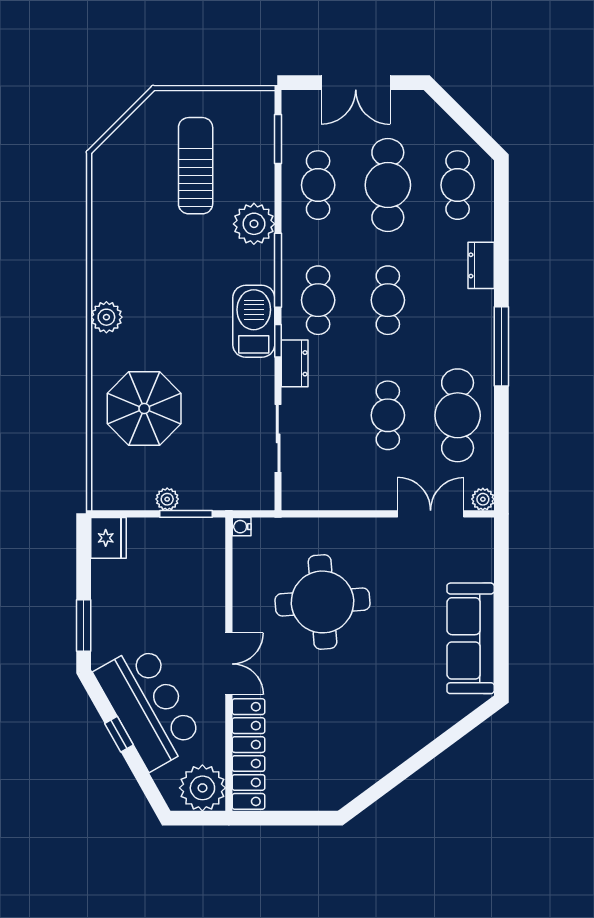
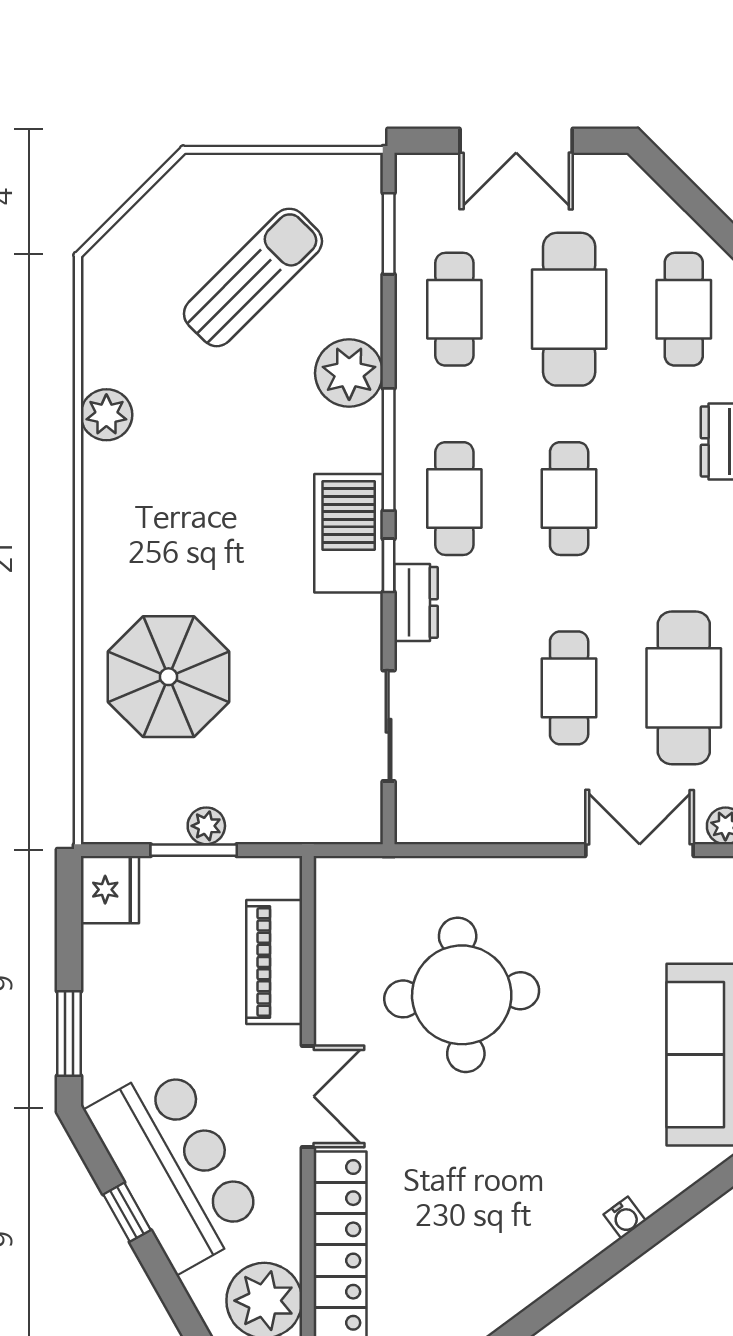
sun lounger: (196, 166) -> (253, 277), turned 45
plant: (106, 317) -> (106, 415), moved
window: (186, 514) -> (194, 850), moved
water cooler: (242, 527) -> (625, 1218), moved, turned -126
piano: (209, 582) -> (274, 962), added

